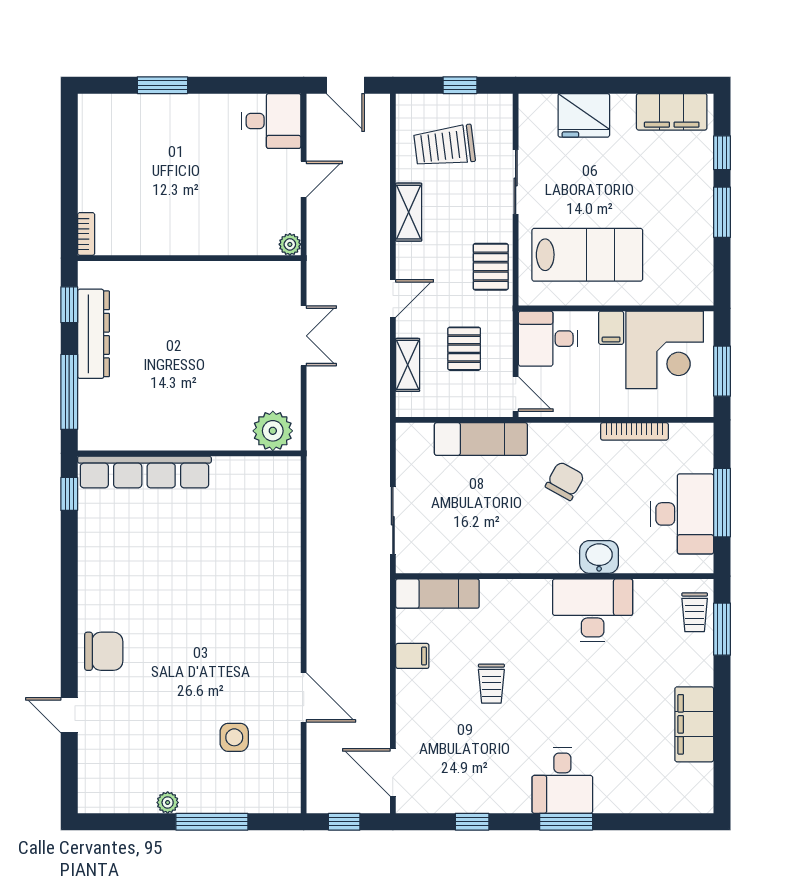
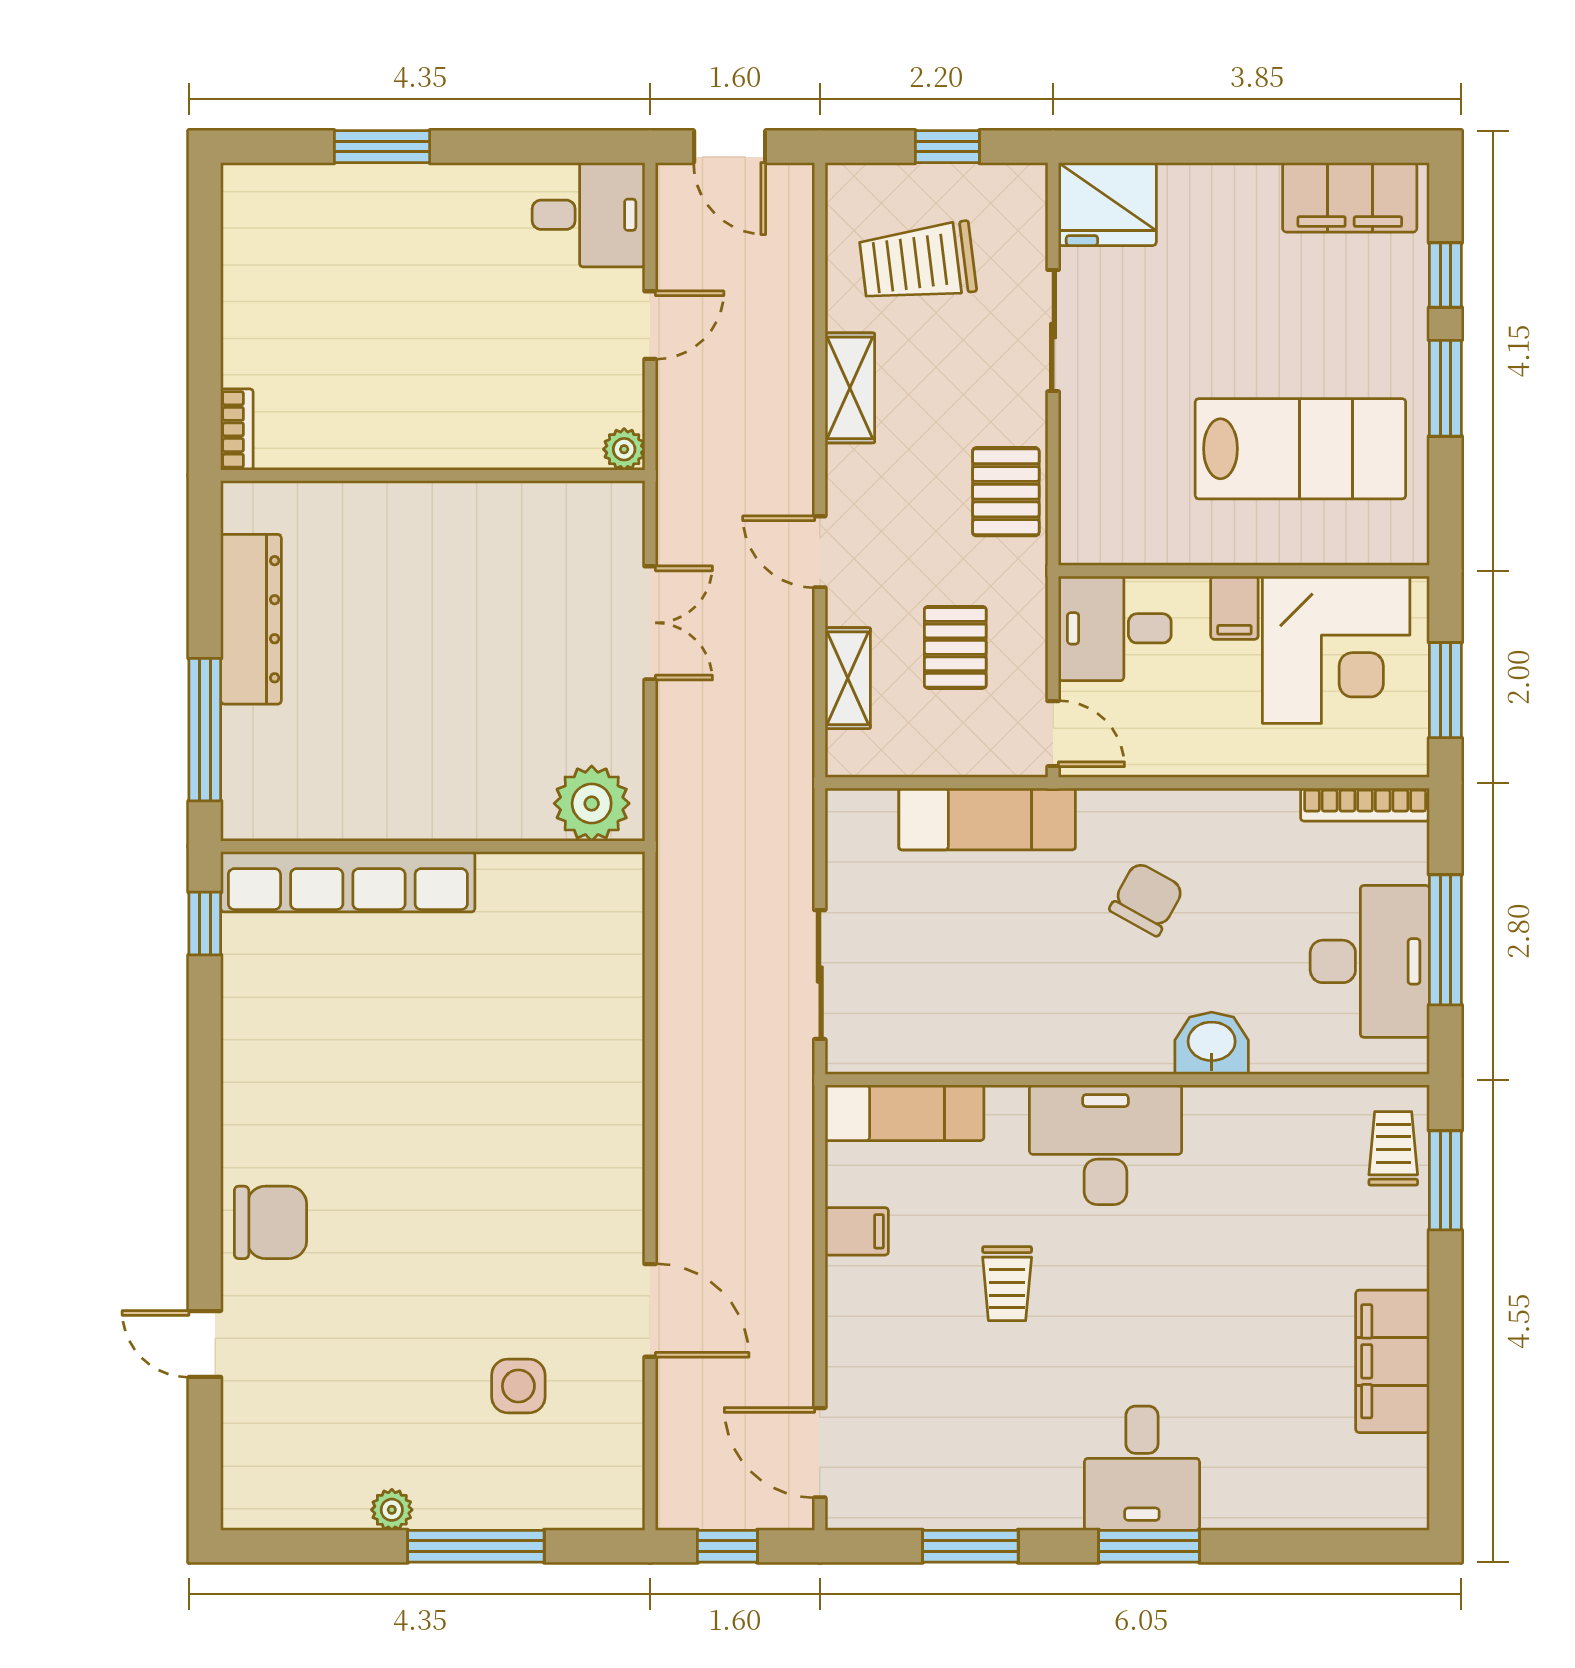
fridge: (584, 115) -> (1107, 204), moved
lab bench: (587, 255) -> (1300, 449), moved
door: (393, 298) -> (820, 552), swing flipped
window: (69, 305) -> (205, 564), removed
bookcase: (634, 431) -> (1365, 805), moved
desk: (593, 610) -> (1106, 1145), moved
trolley: (695, 612) -> (1393, 1148), turned 180
window: (472, 822) -> (970, 1546), width x1.50

